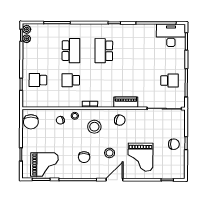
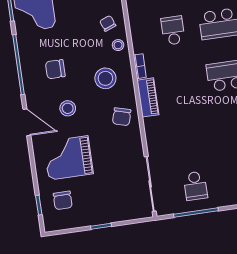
piano: (126, 102) -> (148, 97), moved
chair: (174, 144) -> (63, 200), moved

